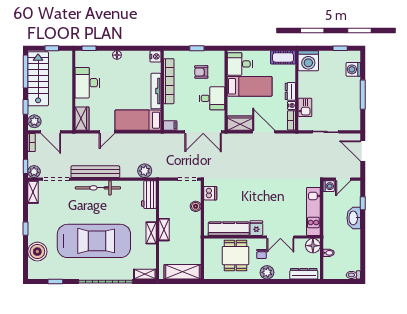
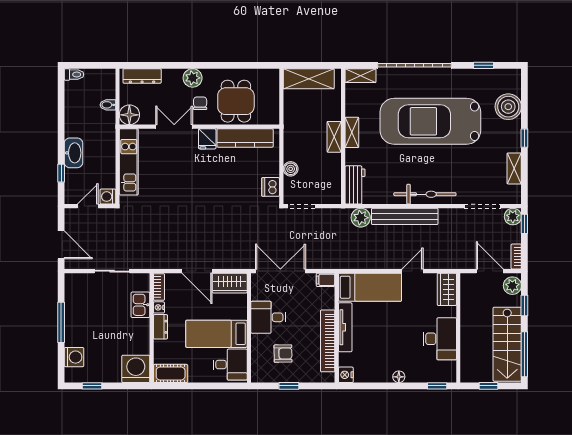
bench: (95, 172) -> (405, 216), moved
shelving: (33, 192) -> (514, 168), moved

